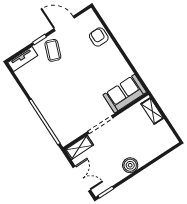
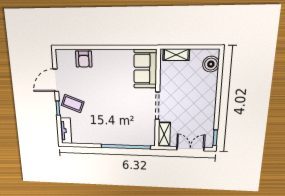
armchair: (99, 37) -> (84, 59), turned -90
boiler: (130, 165) -> (211, 64), moved

